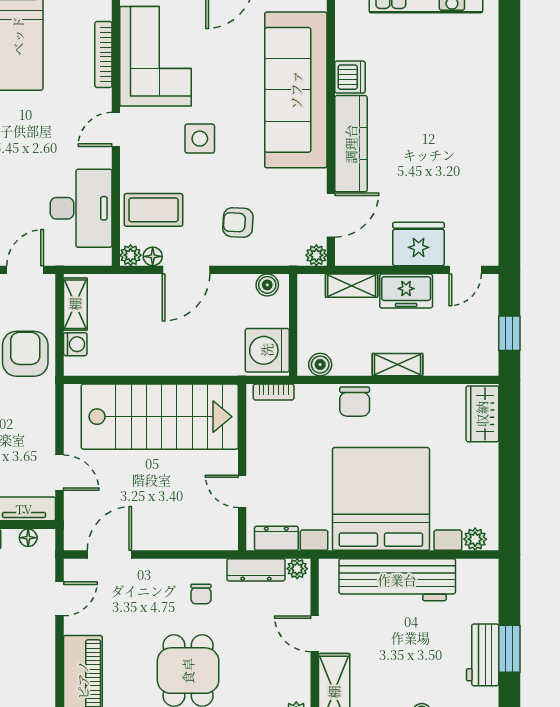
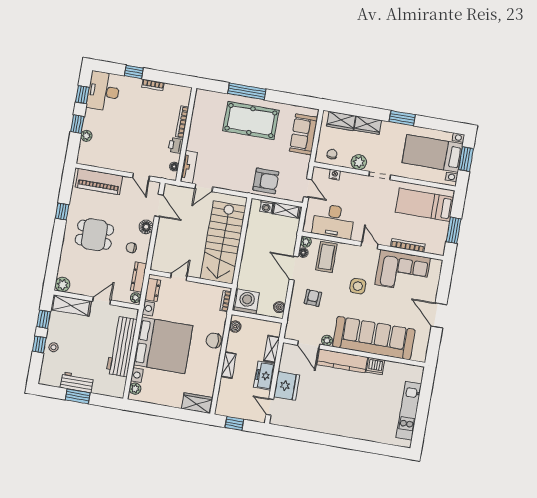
plant: (316, 255) -> (327, 340), moved
floor lamp: (155, 572) -> (146, 227), added

